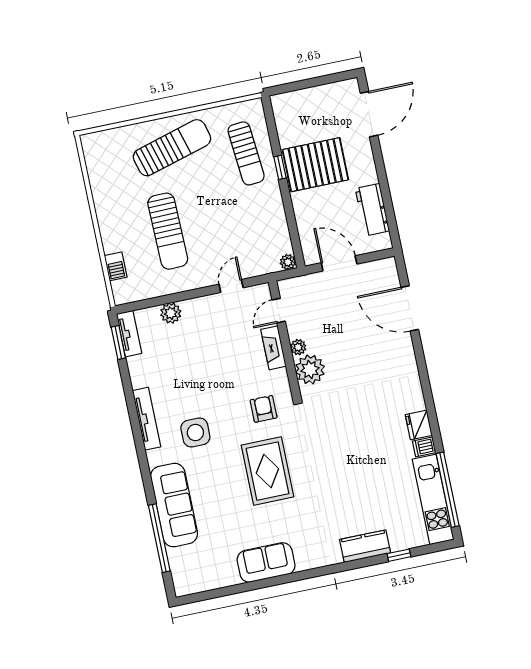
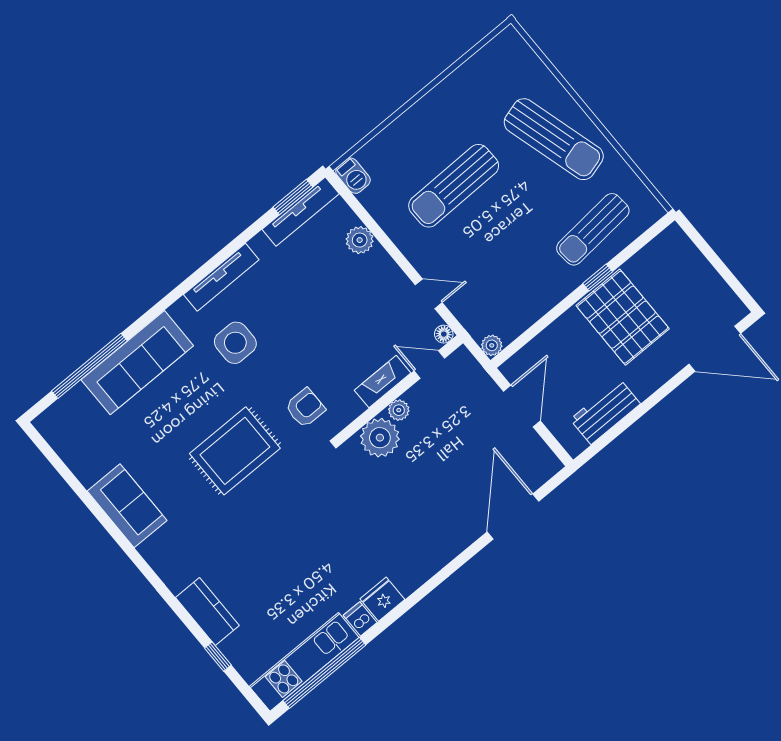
barbecue: (116, 266) -> (353, 176), moved, turned -90
floor lamp: (263, 290) -> (444, 334), added
tv unit: (129, 334) -> (301, 212), width x1.41

